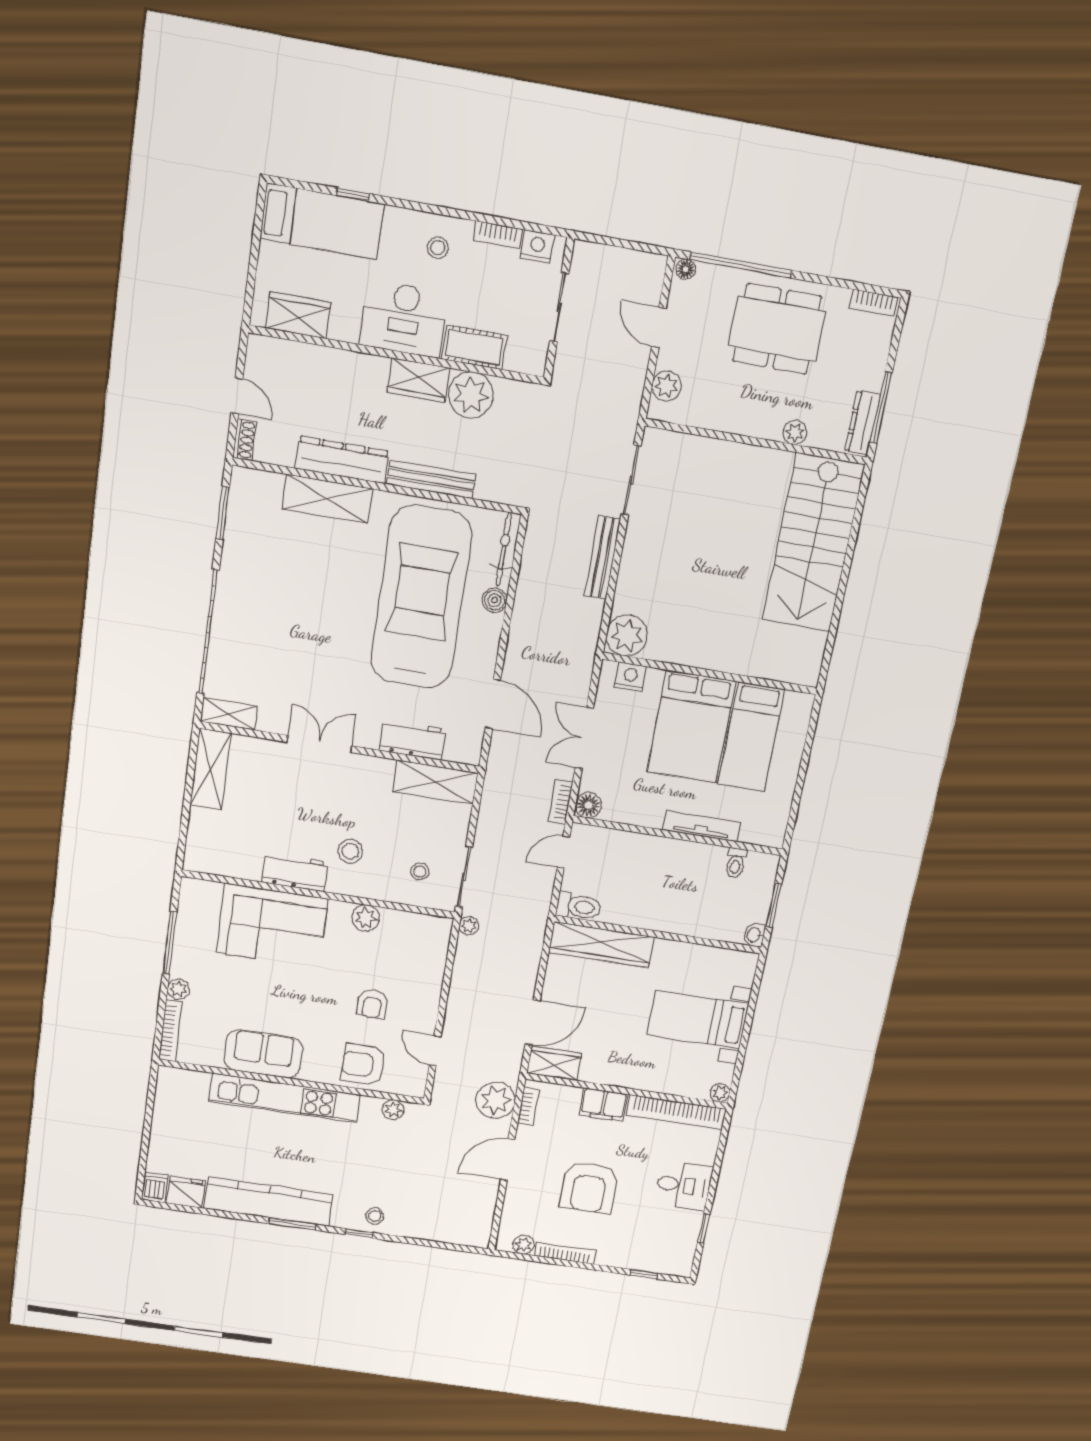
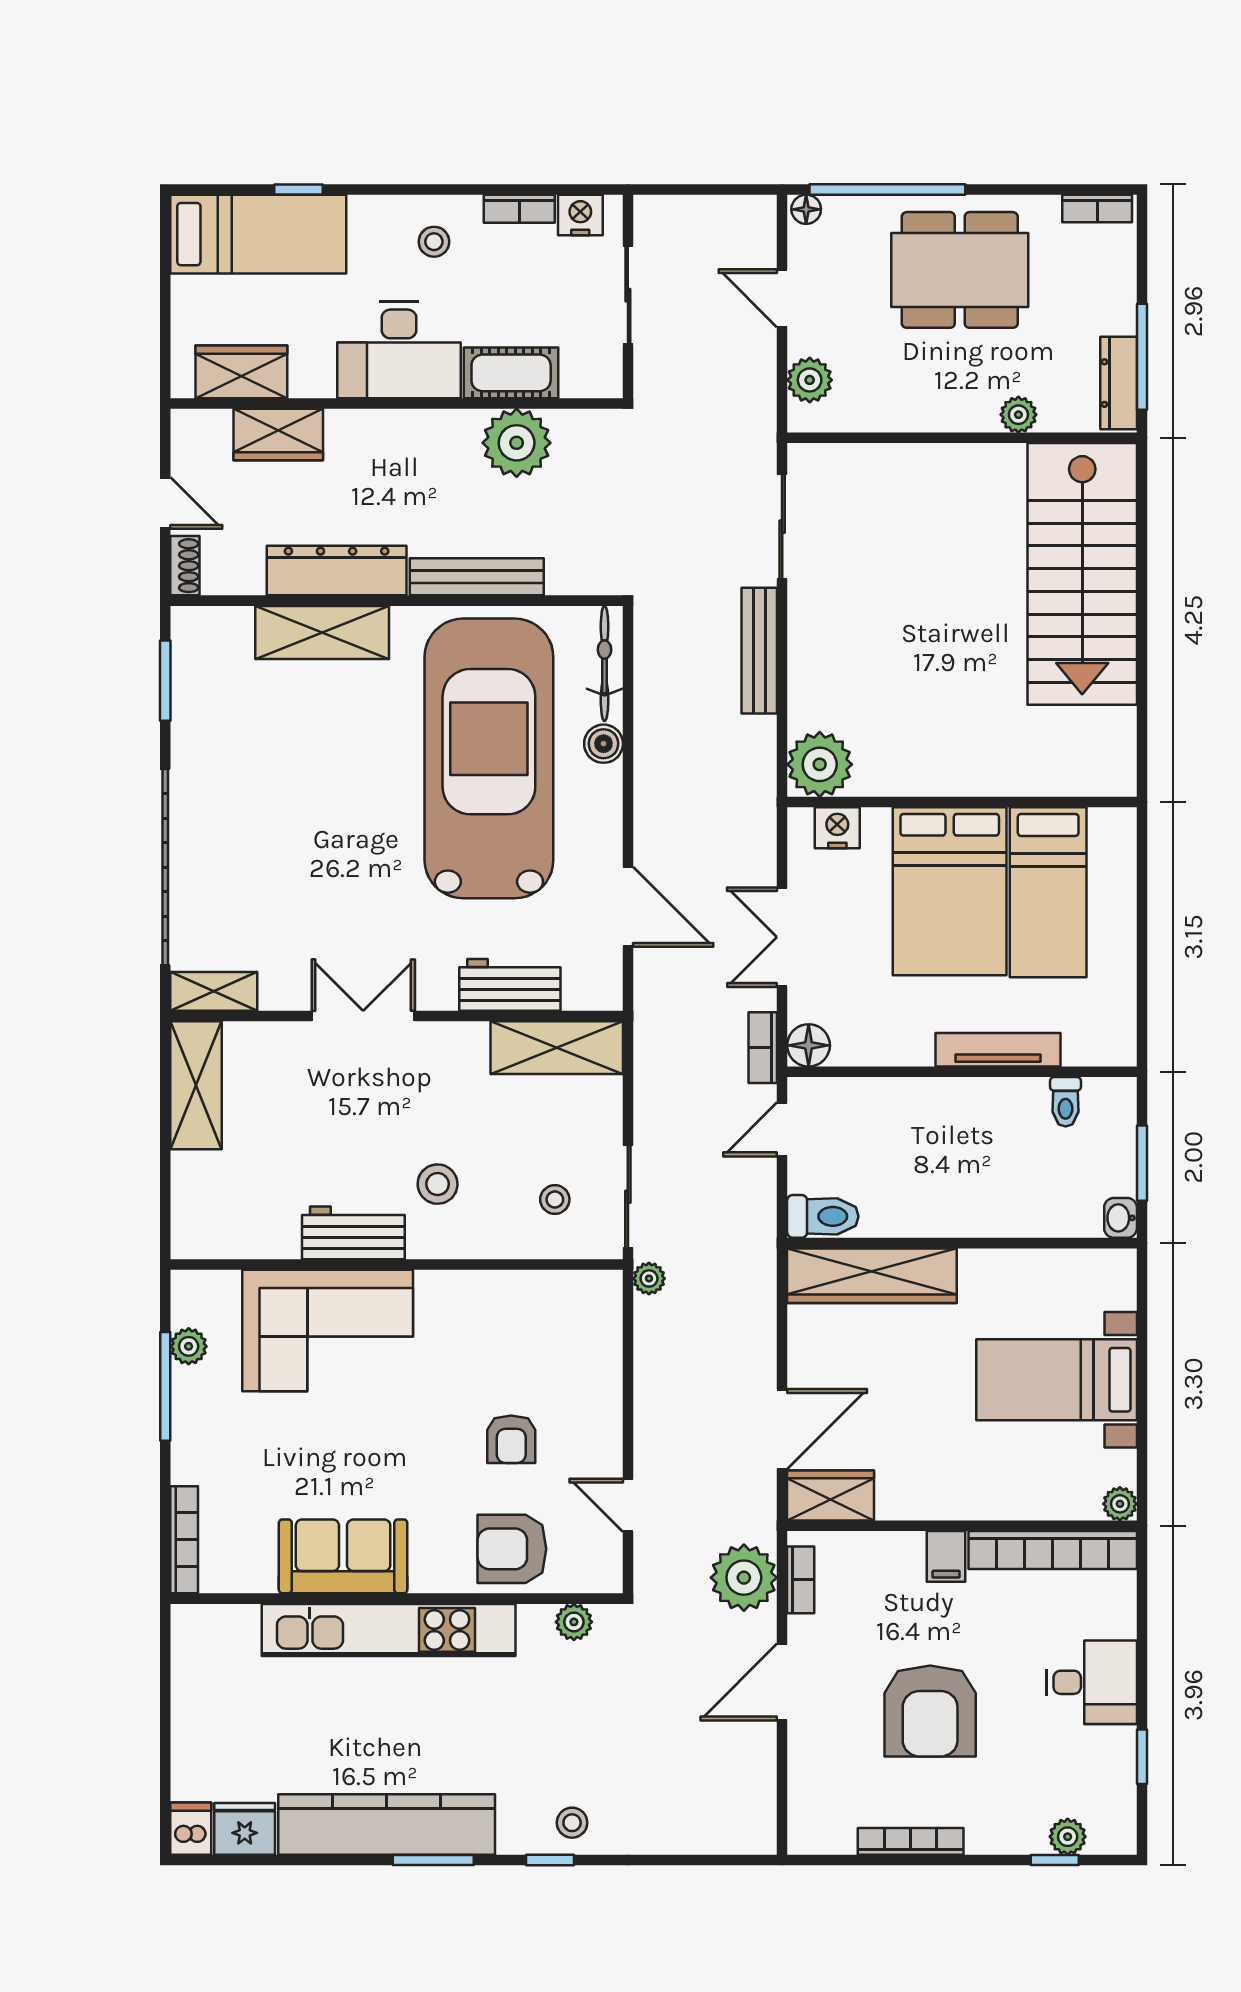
wardrobe: (418, 380) -> (278, 435), moved
plant: (366, 918) -> (479, 1292), removed
plant: (178, 989) -> (189, 1346), moved
filing cabinet: (603, 1105) -> (946, 1556), width x0.50
plant: (524, 1245) -> (1068, 1837), moved

